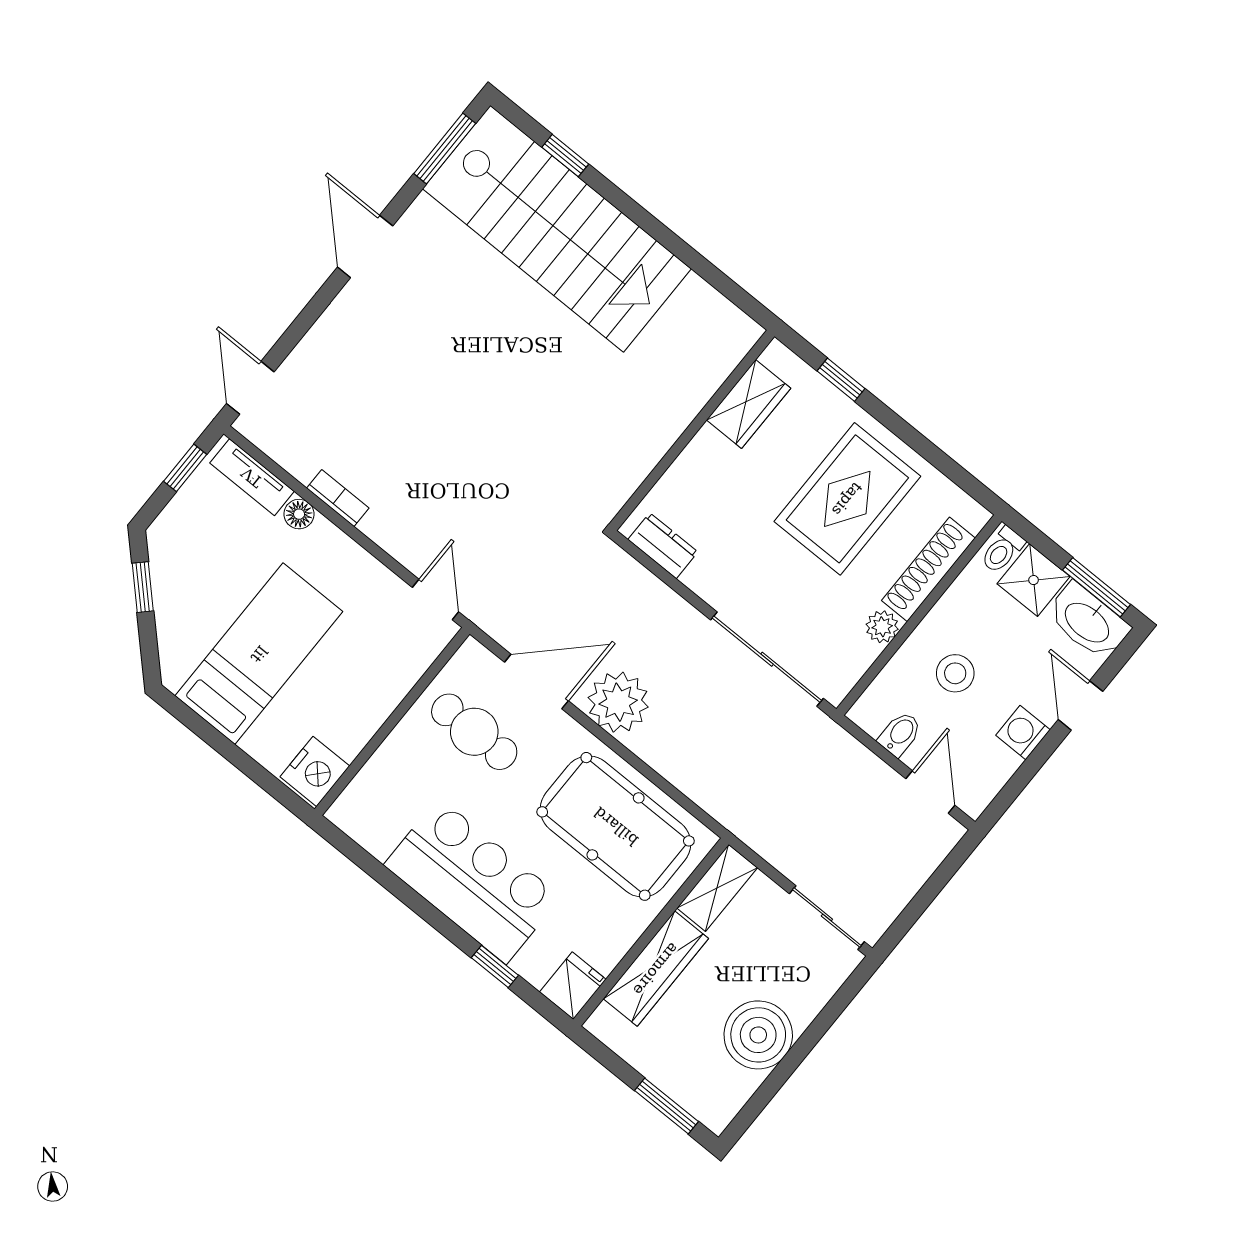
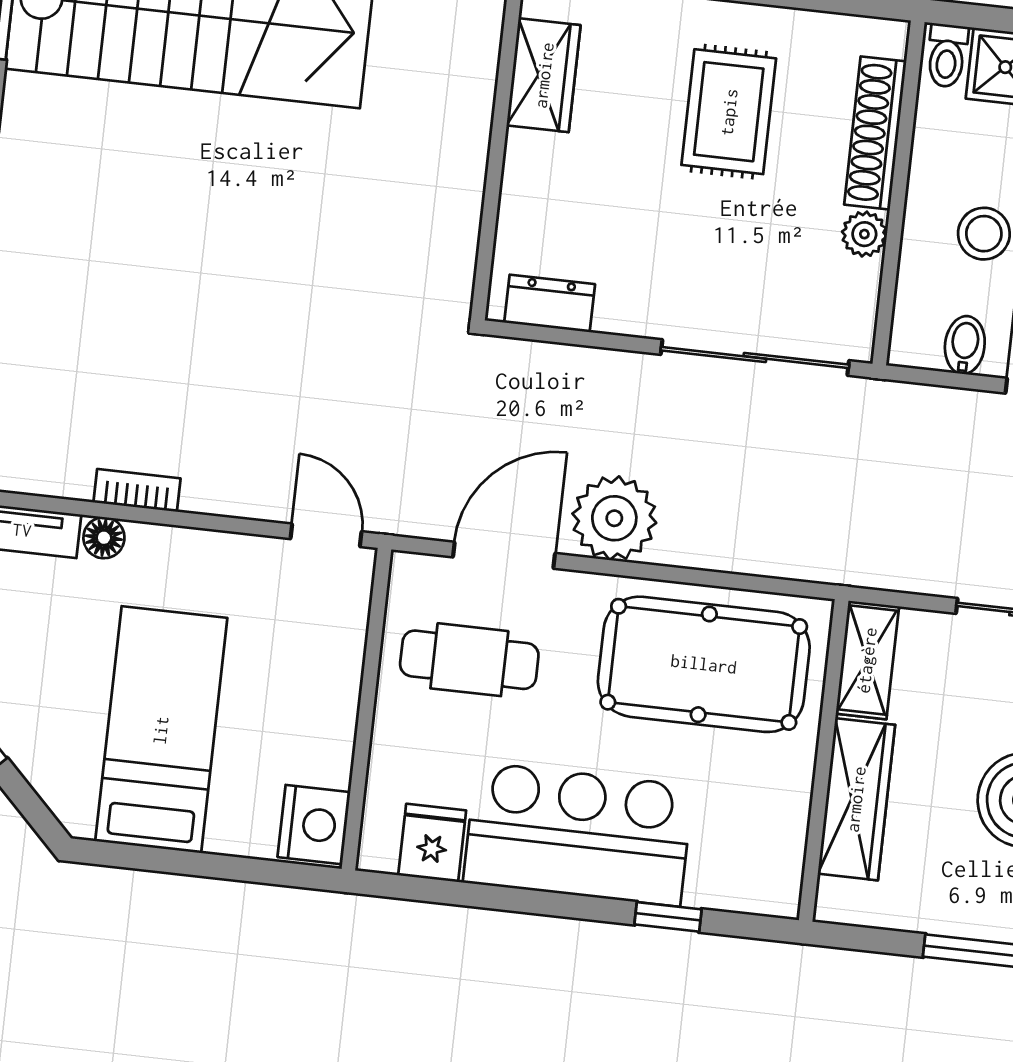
rug: (847, 499) -> (729, 112), width x0.73, depth x0.70
fridge: (573, 986) -> (432, 843), moved

